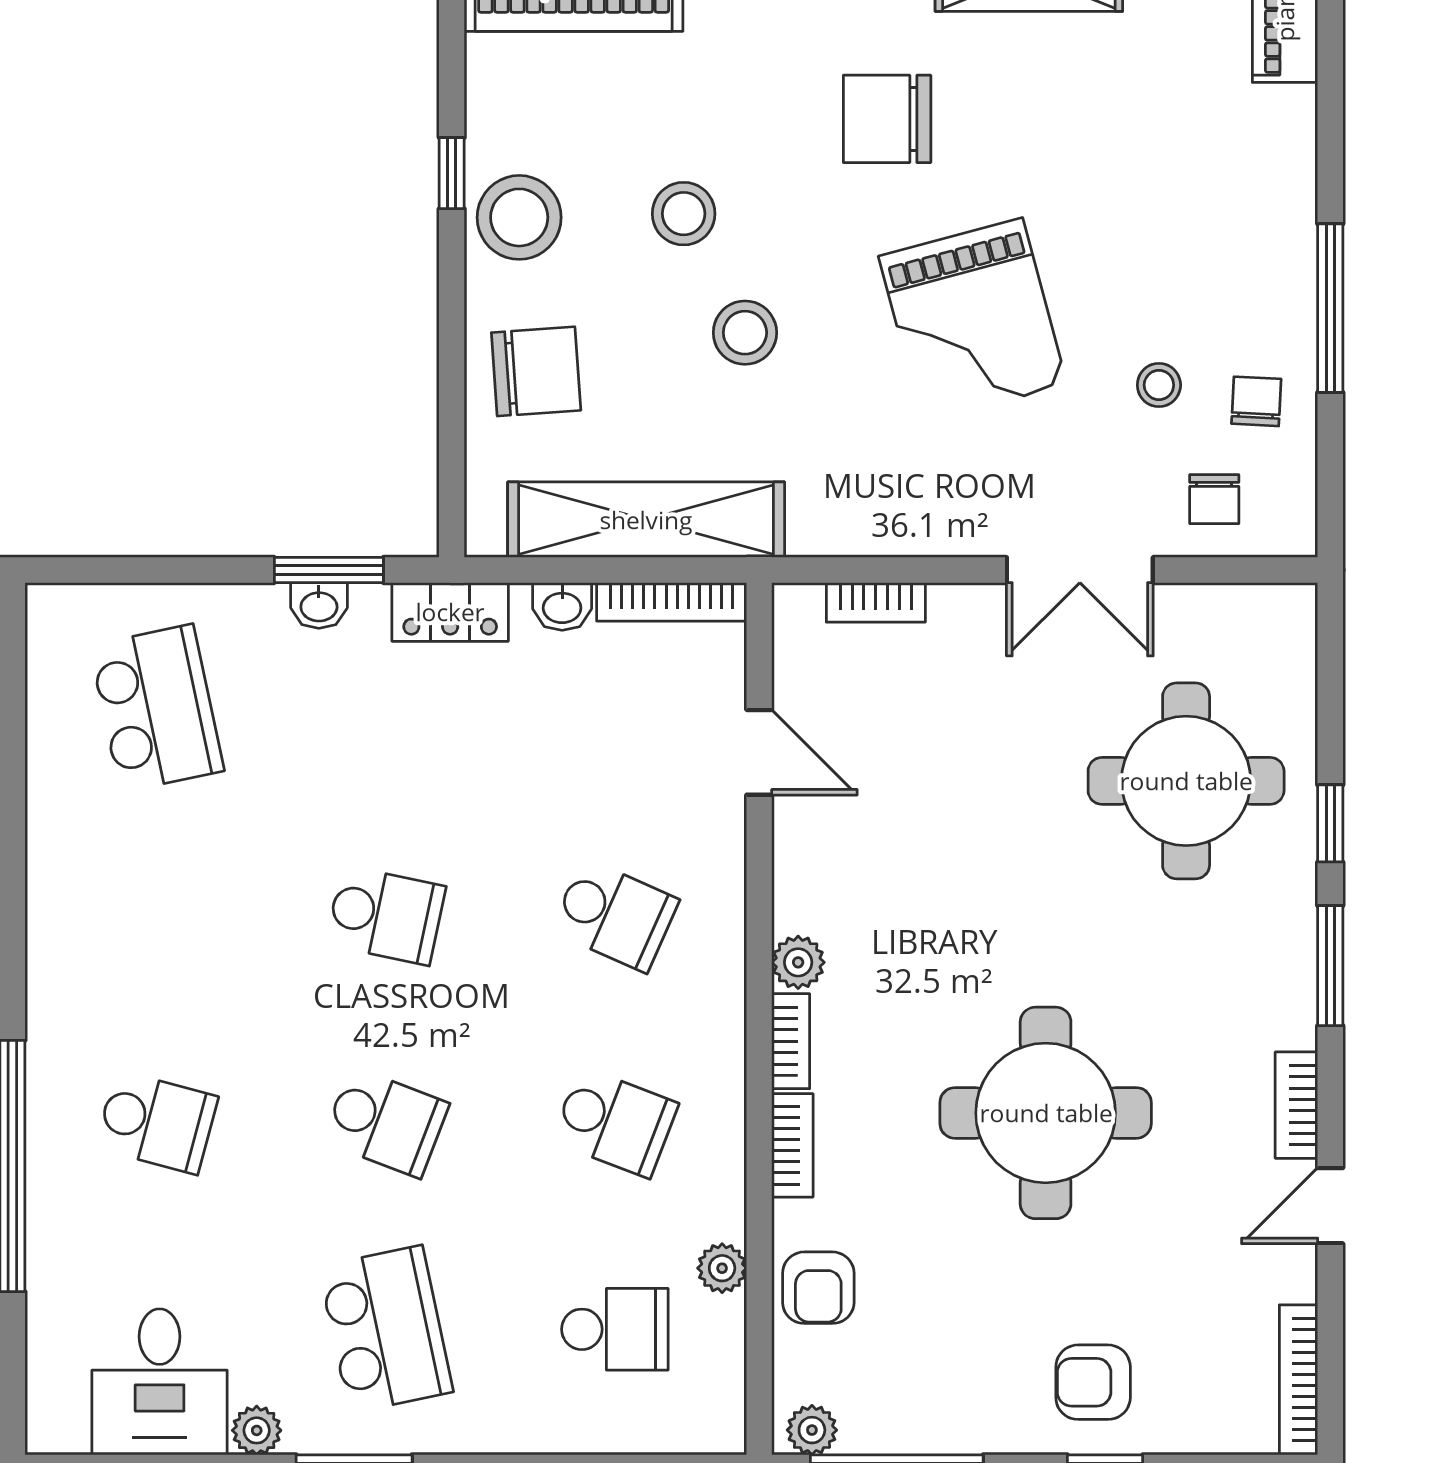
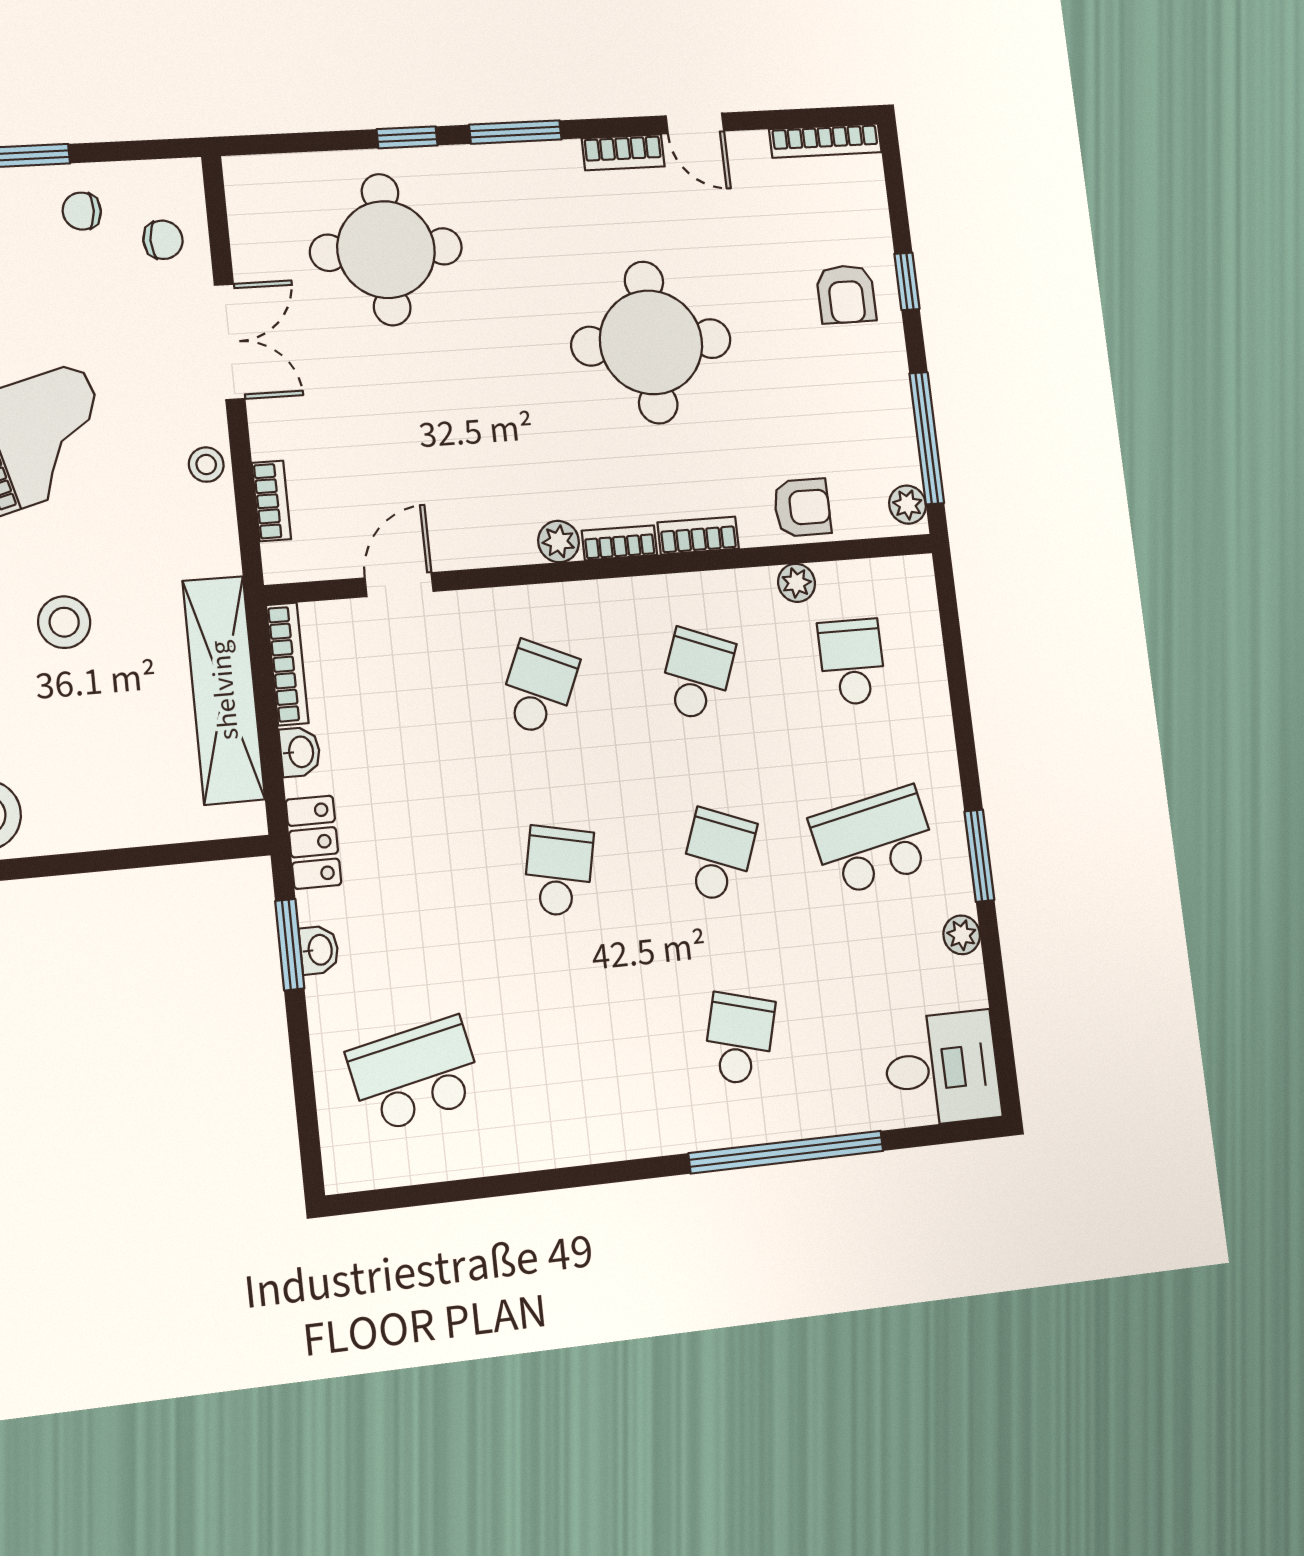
chair: (536, 371) -> (112, 790), removed
stool: (1159, 385) -> (206, 465), moved
desk: (160, 1382) -> (942, 1069), moved

